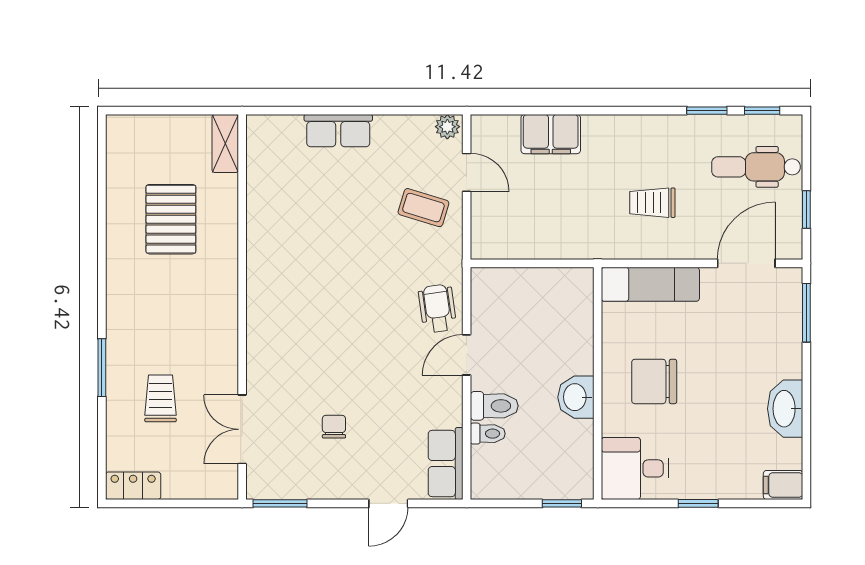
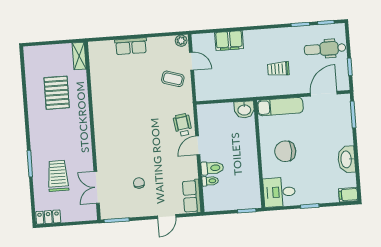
washbasin: (576, 397) -> (244, 110), moved, turned -90
trolley: (161, 398) -> (58, 176), width x1.36, depth x1.39

